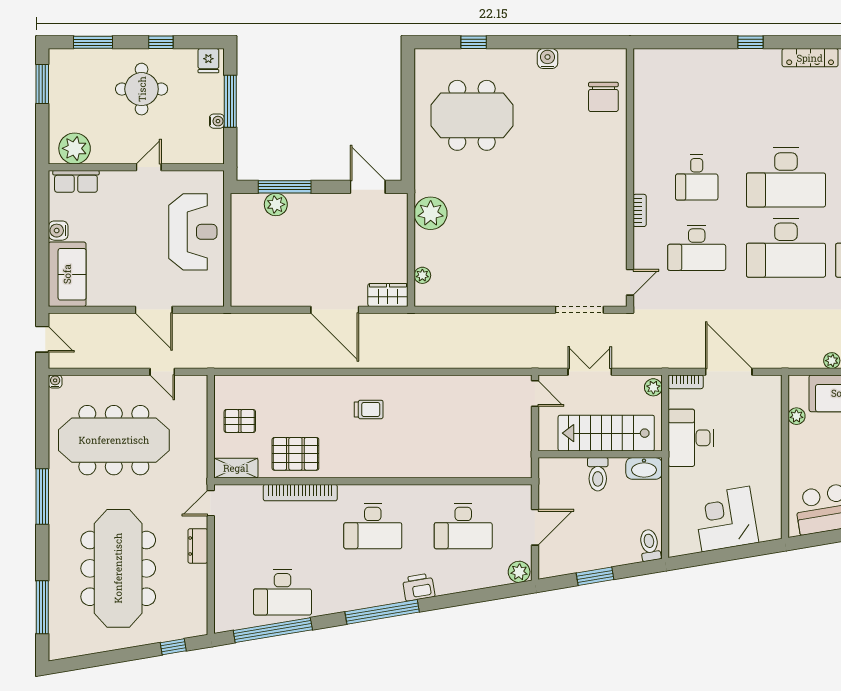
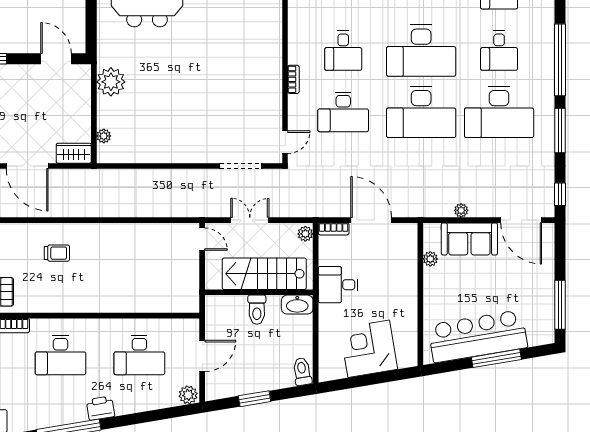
desk: (691, 438) -> (338, 285), width x0.73

